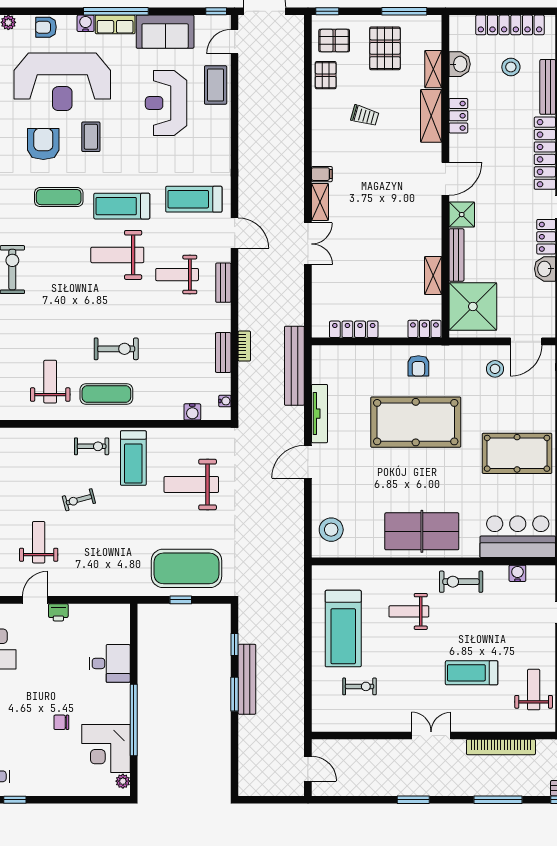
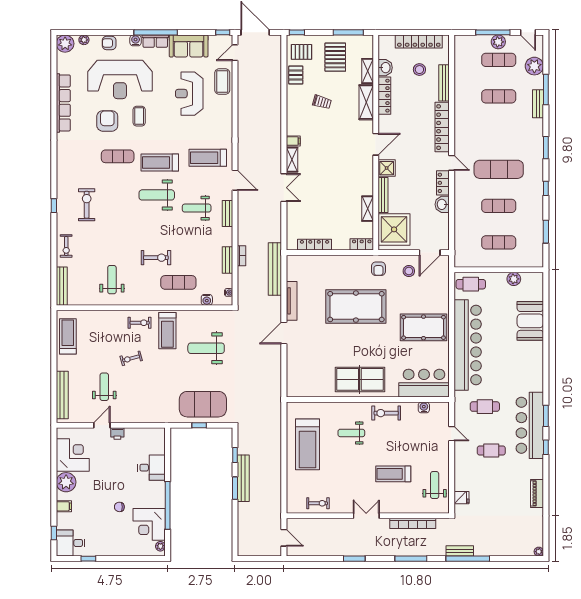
locker: (458, 116) -> (384, 96), width x1.53
armchair: (418, 366) -> (378, 269), moved
exercise mat: (106, 394) -> (178, 282), moved
stool: (331, 530) -> (299, 378), removed
exercise bike: (359, 686) -> (318, 503), moved

